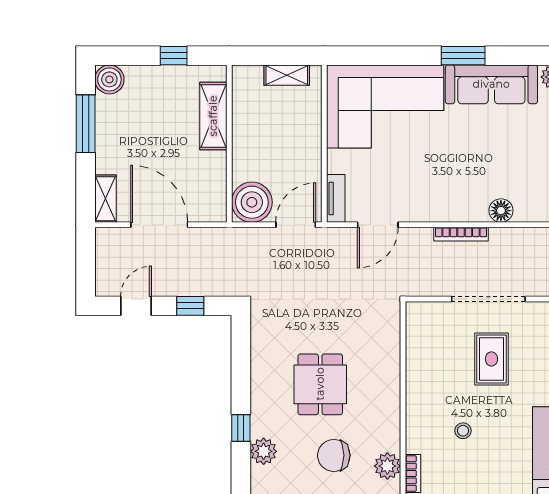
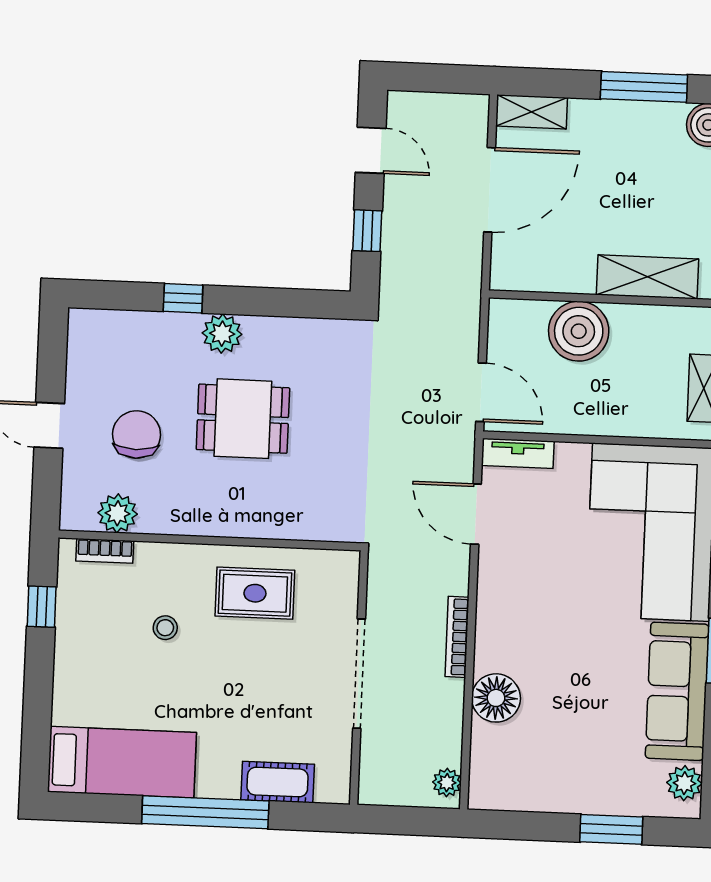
boiler: (252, 202) -> (579, 331), moved
floor lamp: (501, 211) -> (496, 698), width x1.38, depth x1.38
rug: (491, 359) -> (255, 593), moved
plant: (264, 451) -> (222, 334), moved

